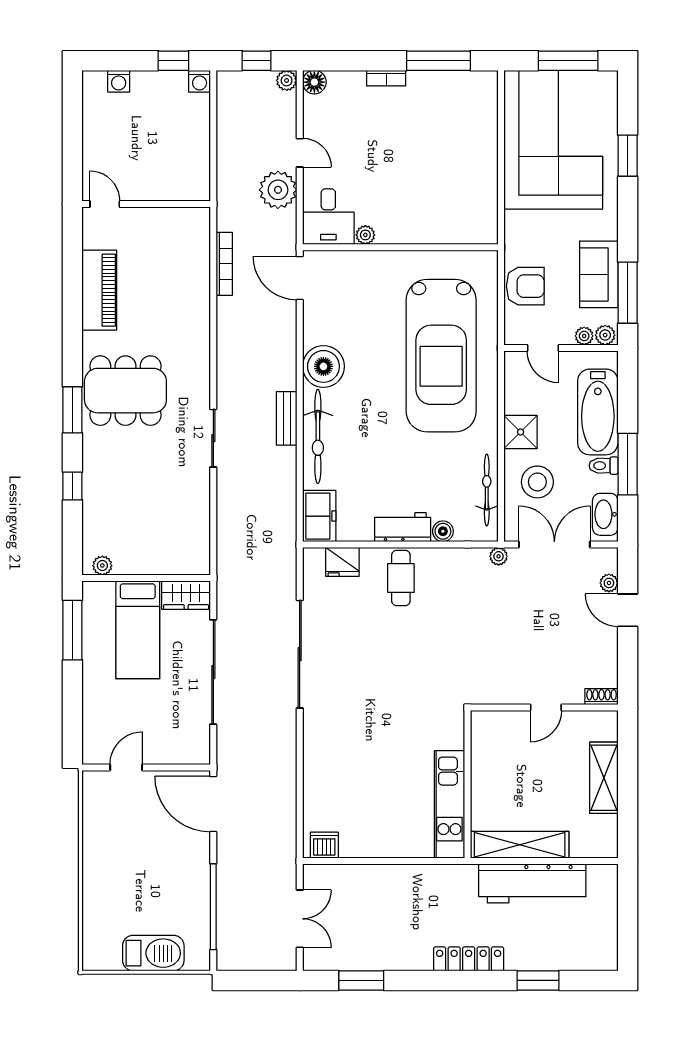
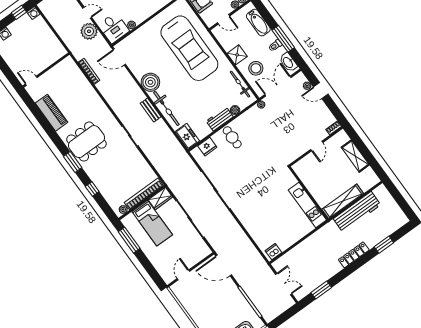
bathtub: (598, 412) -> (258, 23), width x0.73, depth x0.73
bookcase: (161, 564) -> (144, 194), added

